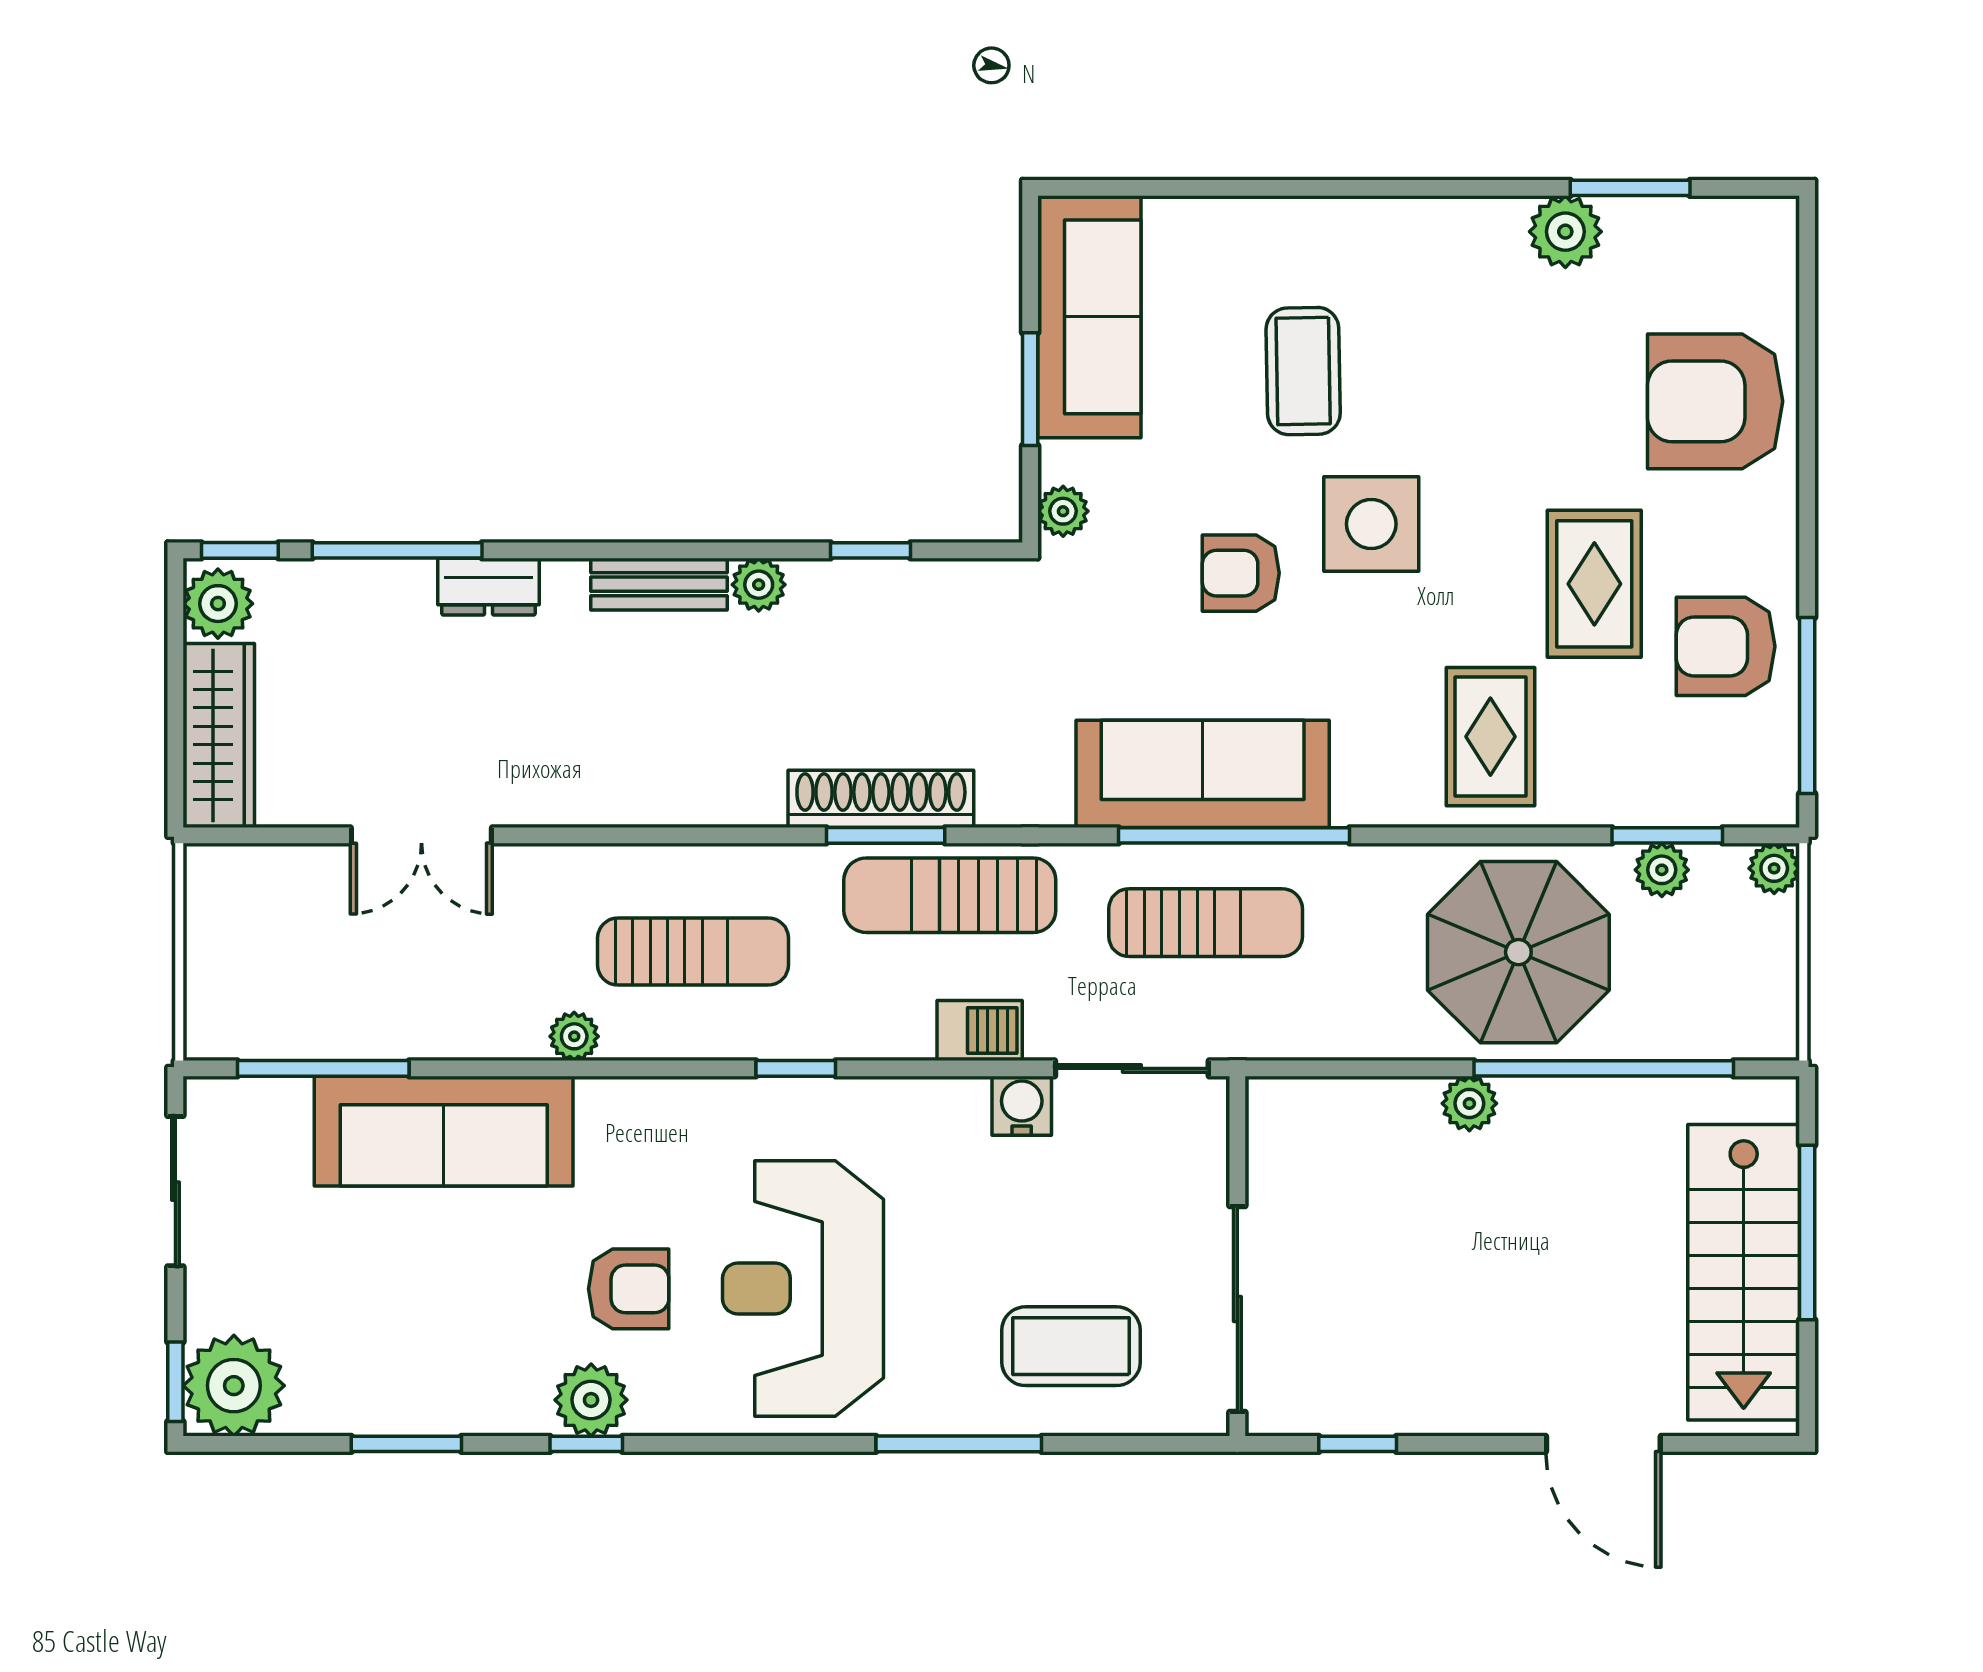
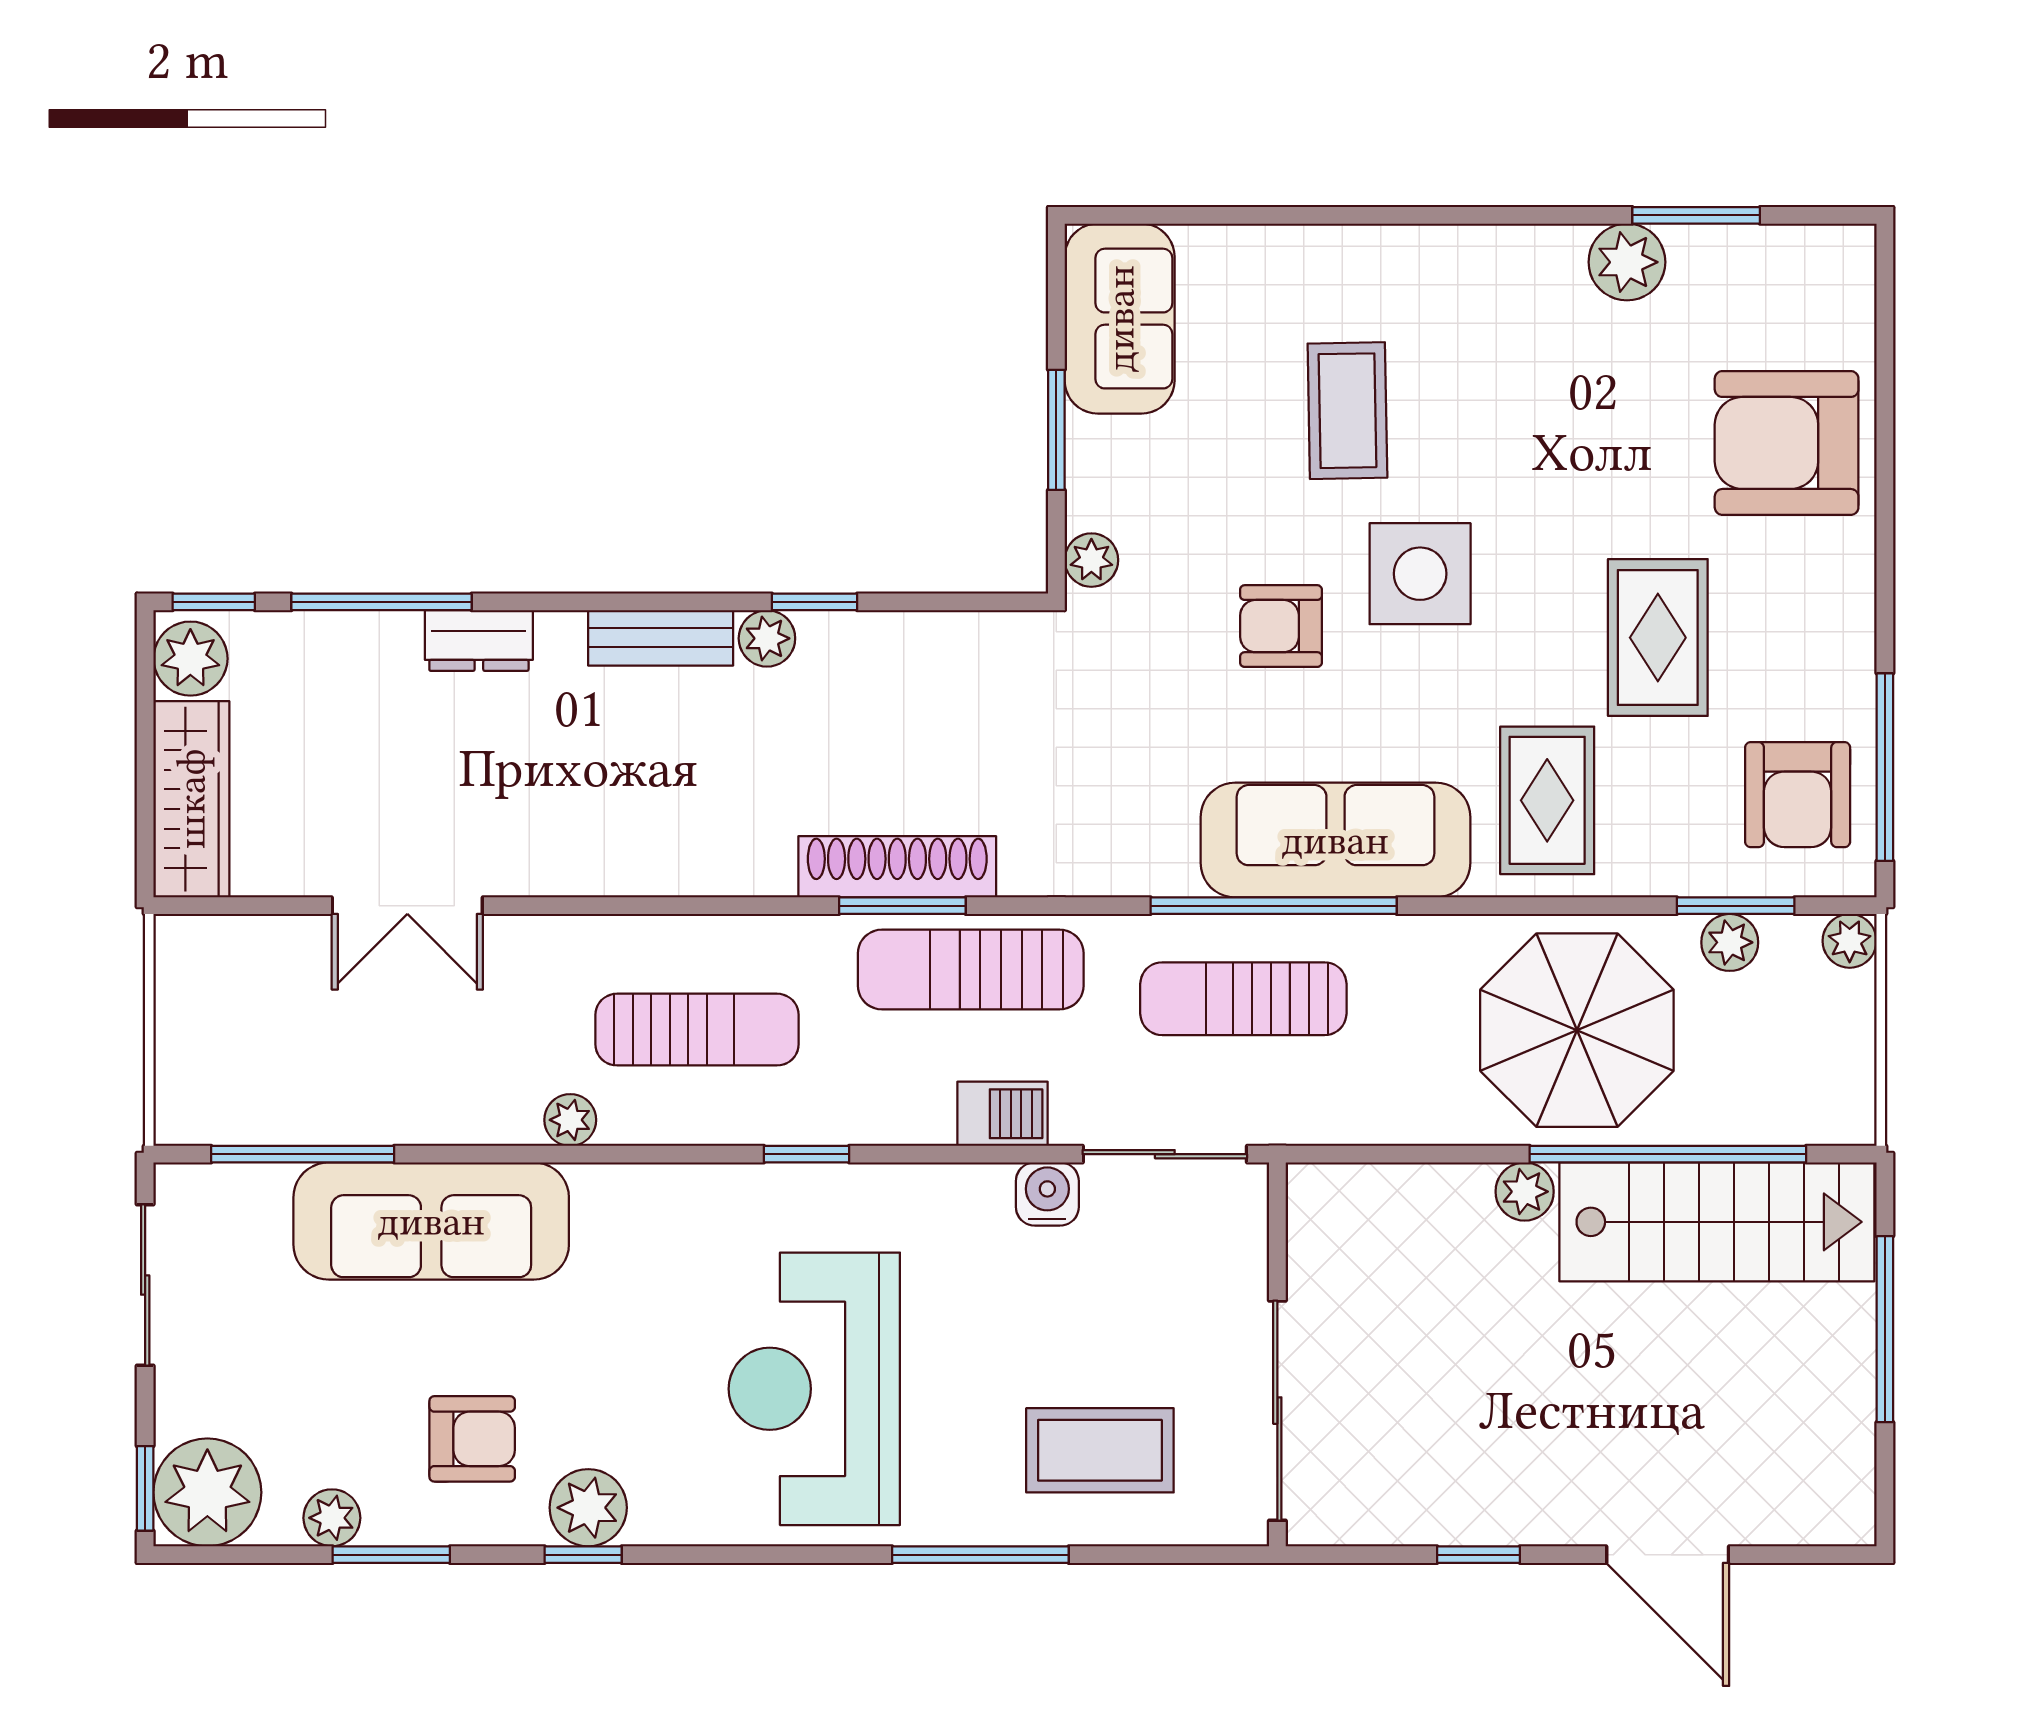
sofa: (1089, 317) -> (1120, 319), width x0.73
window: (871, 550) -> (814, 602), moved
armchair: (1726, 646) -> (1798, 795), moved, turned -90
sofa: (1203, 774) -> (1335, 840), moved
sun lounger: (1206, 923) -> (1243, 999), turned 180
stairs: (1744, 1272) -> (1717, 1222), moved, turned -90
armchair: (629, 1289) -> (472, 1439), moved
plant: (351, 1410) -> (332, 1518), added
window: (1358, 1444) -> (1478, 1555), moved

